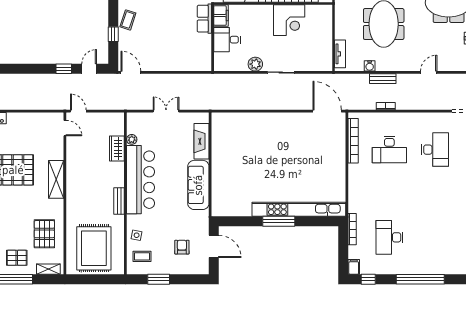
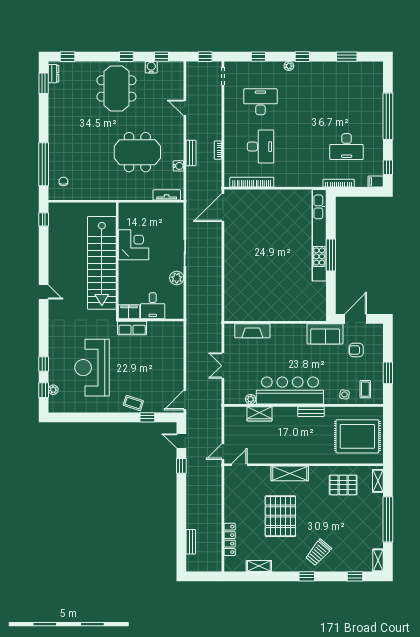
sofa: (198, 185) -> (325, 334), moved, width x0.73
pallet: (17, 258) -> (367, 512), removed

